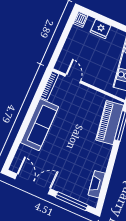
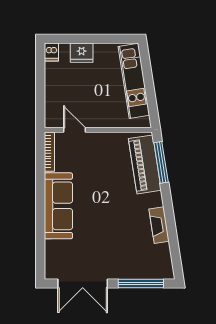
double door: (33, 184) -> (83, 284), swing flipped
fireplace: (97, 184) -> (159, 225), moved

